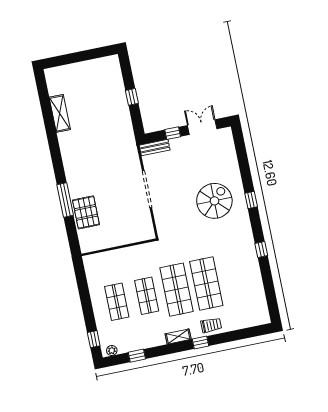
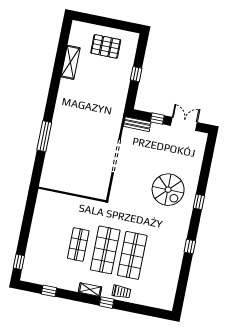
spiral stairs: (214, 201) -> (168, 190), turned 90
pallet: (86, 212) -> (106, 46), moved, turned 90
shop shelf: (117, 302) -> (51, 239), removed
plant: (112, 350) -> (30, 278), removed

